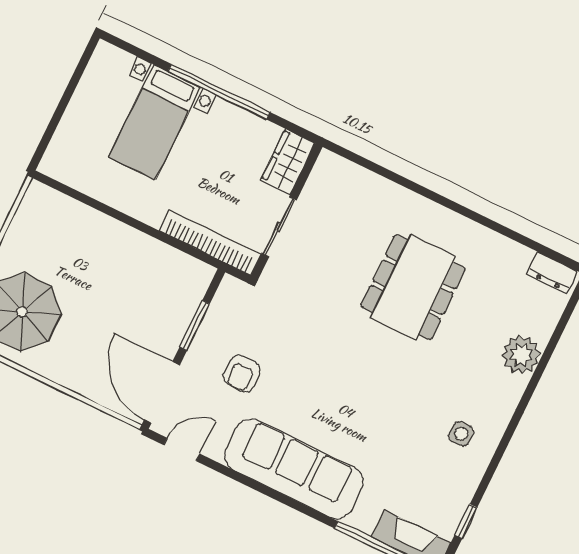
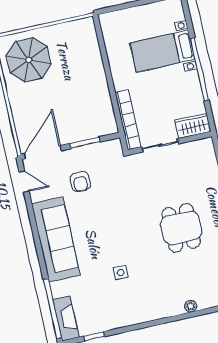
dining table: (413, 287) -> (181, 228), width x0.73
plant: (521, 355) -> (191, 306), width x0.53, depth x0.53
armchair: (242, 373) -> (80, 181), turned -90
side table: (461, 434) -> (121, 273), moved

